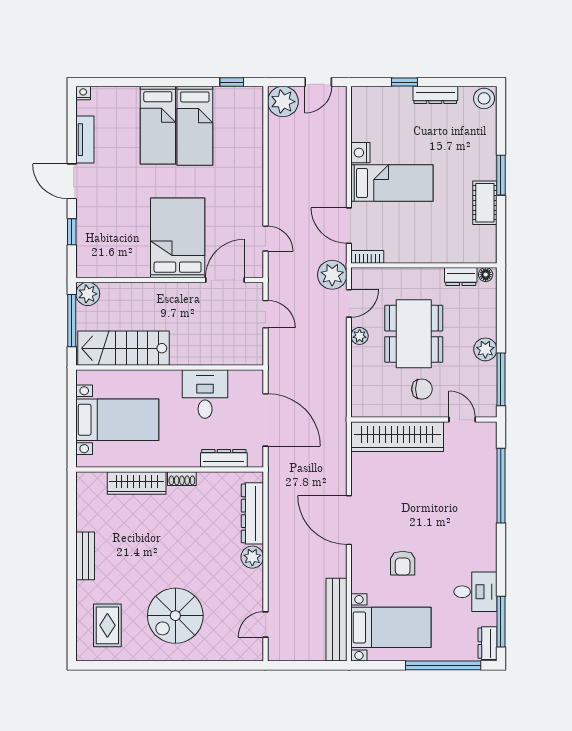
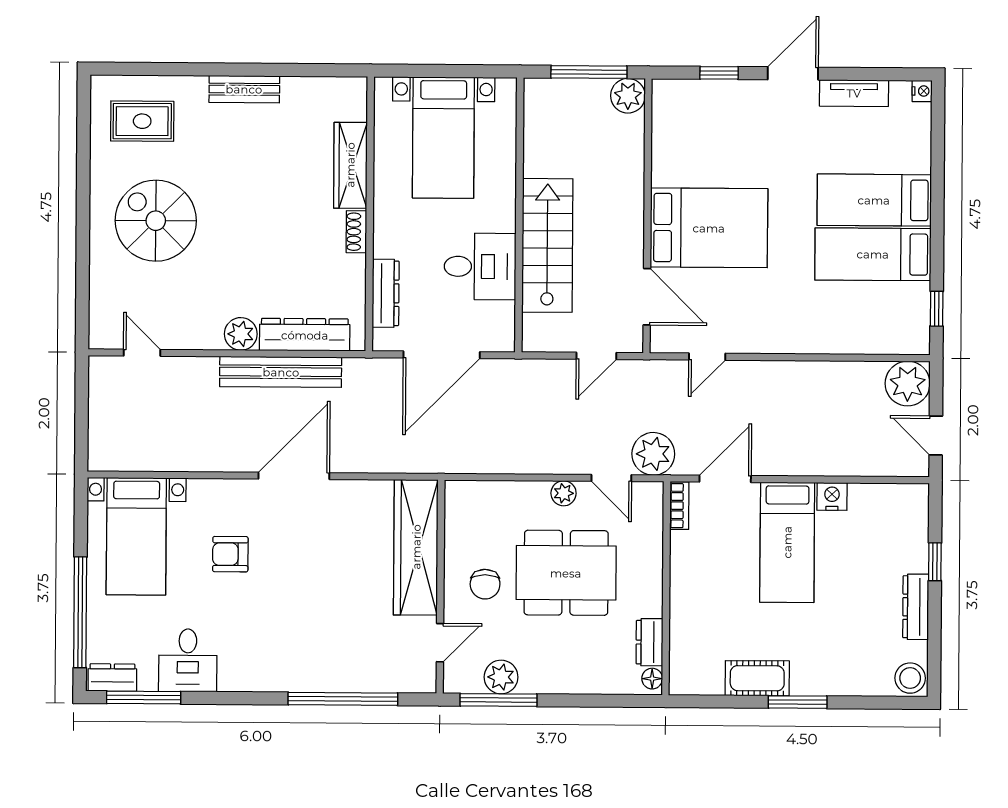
stairs: (124, 348) -> (547, 245), moved
plant: (485, 349) -> (501, 677), moved
bench: (336, 620) -> (281, 372), moved

